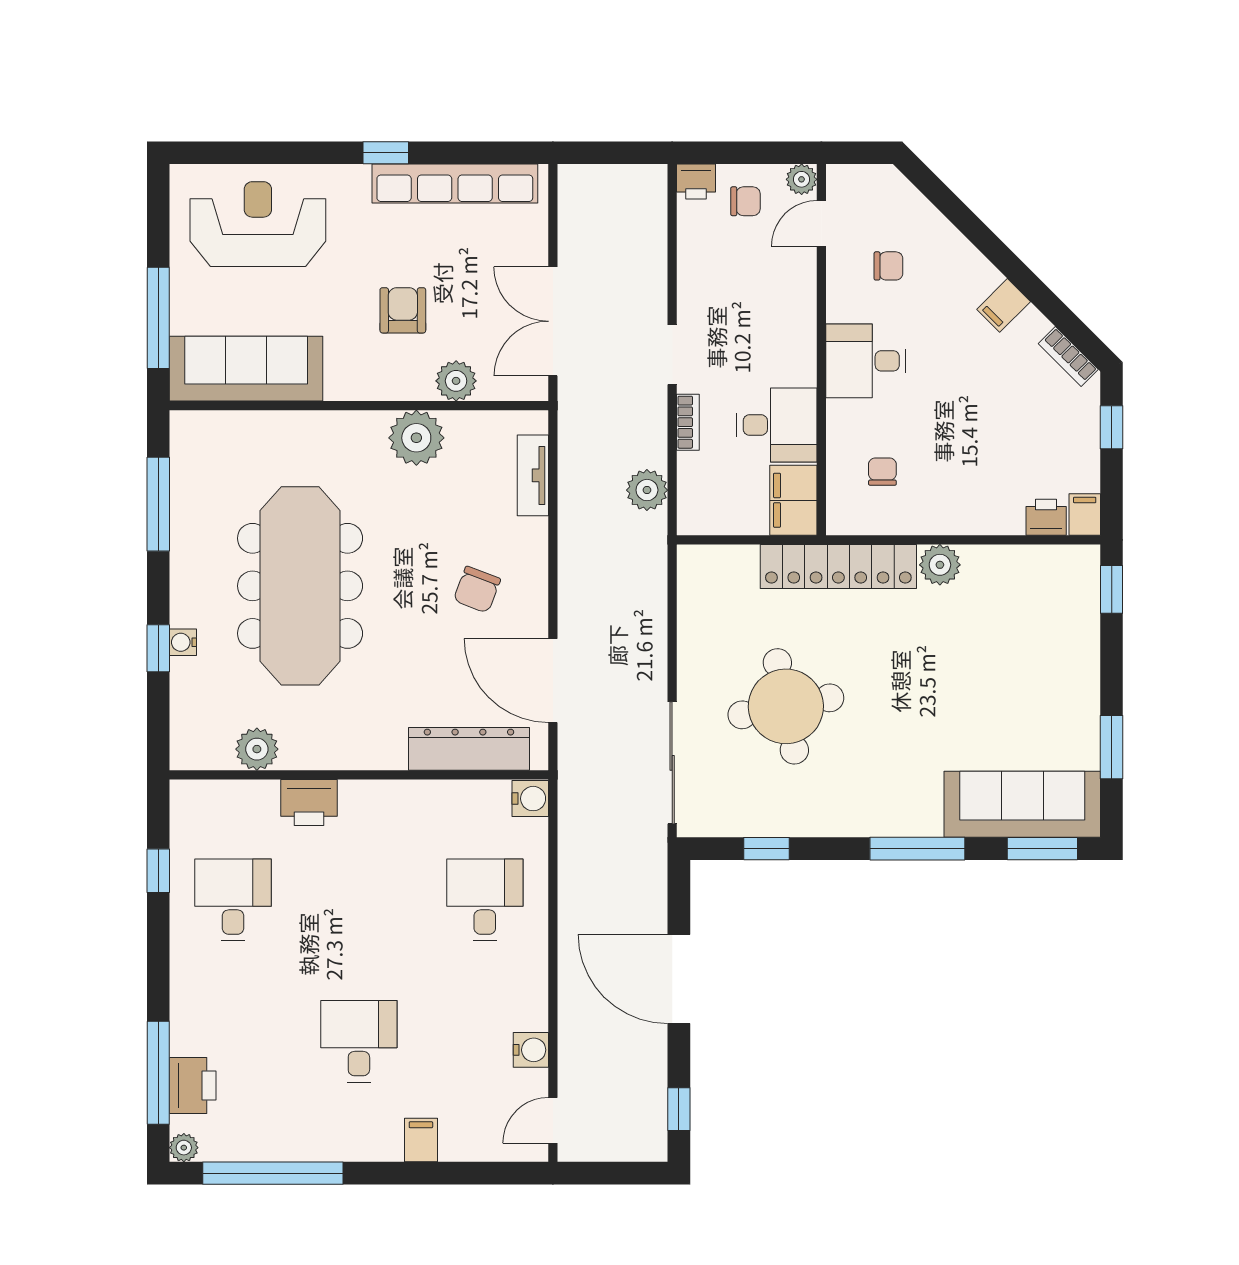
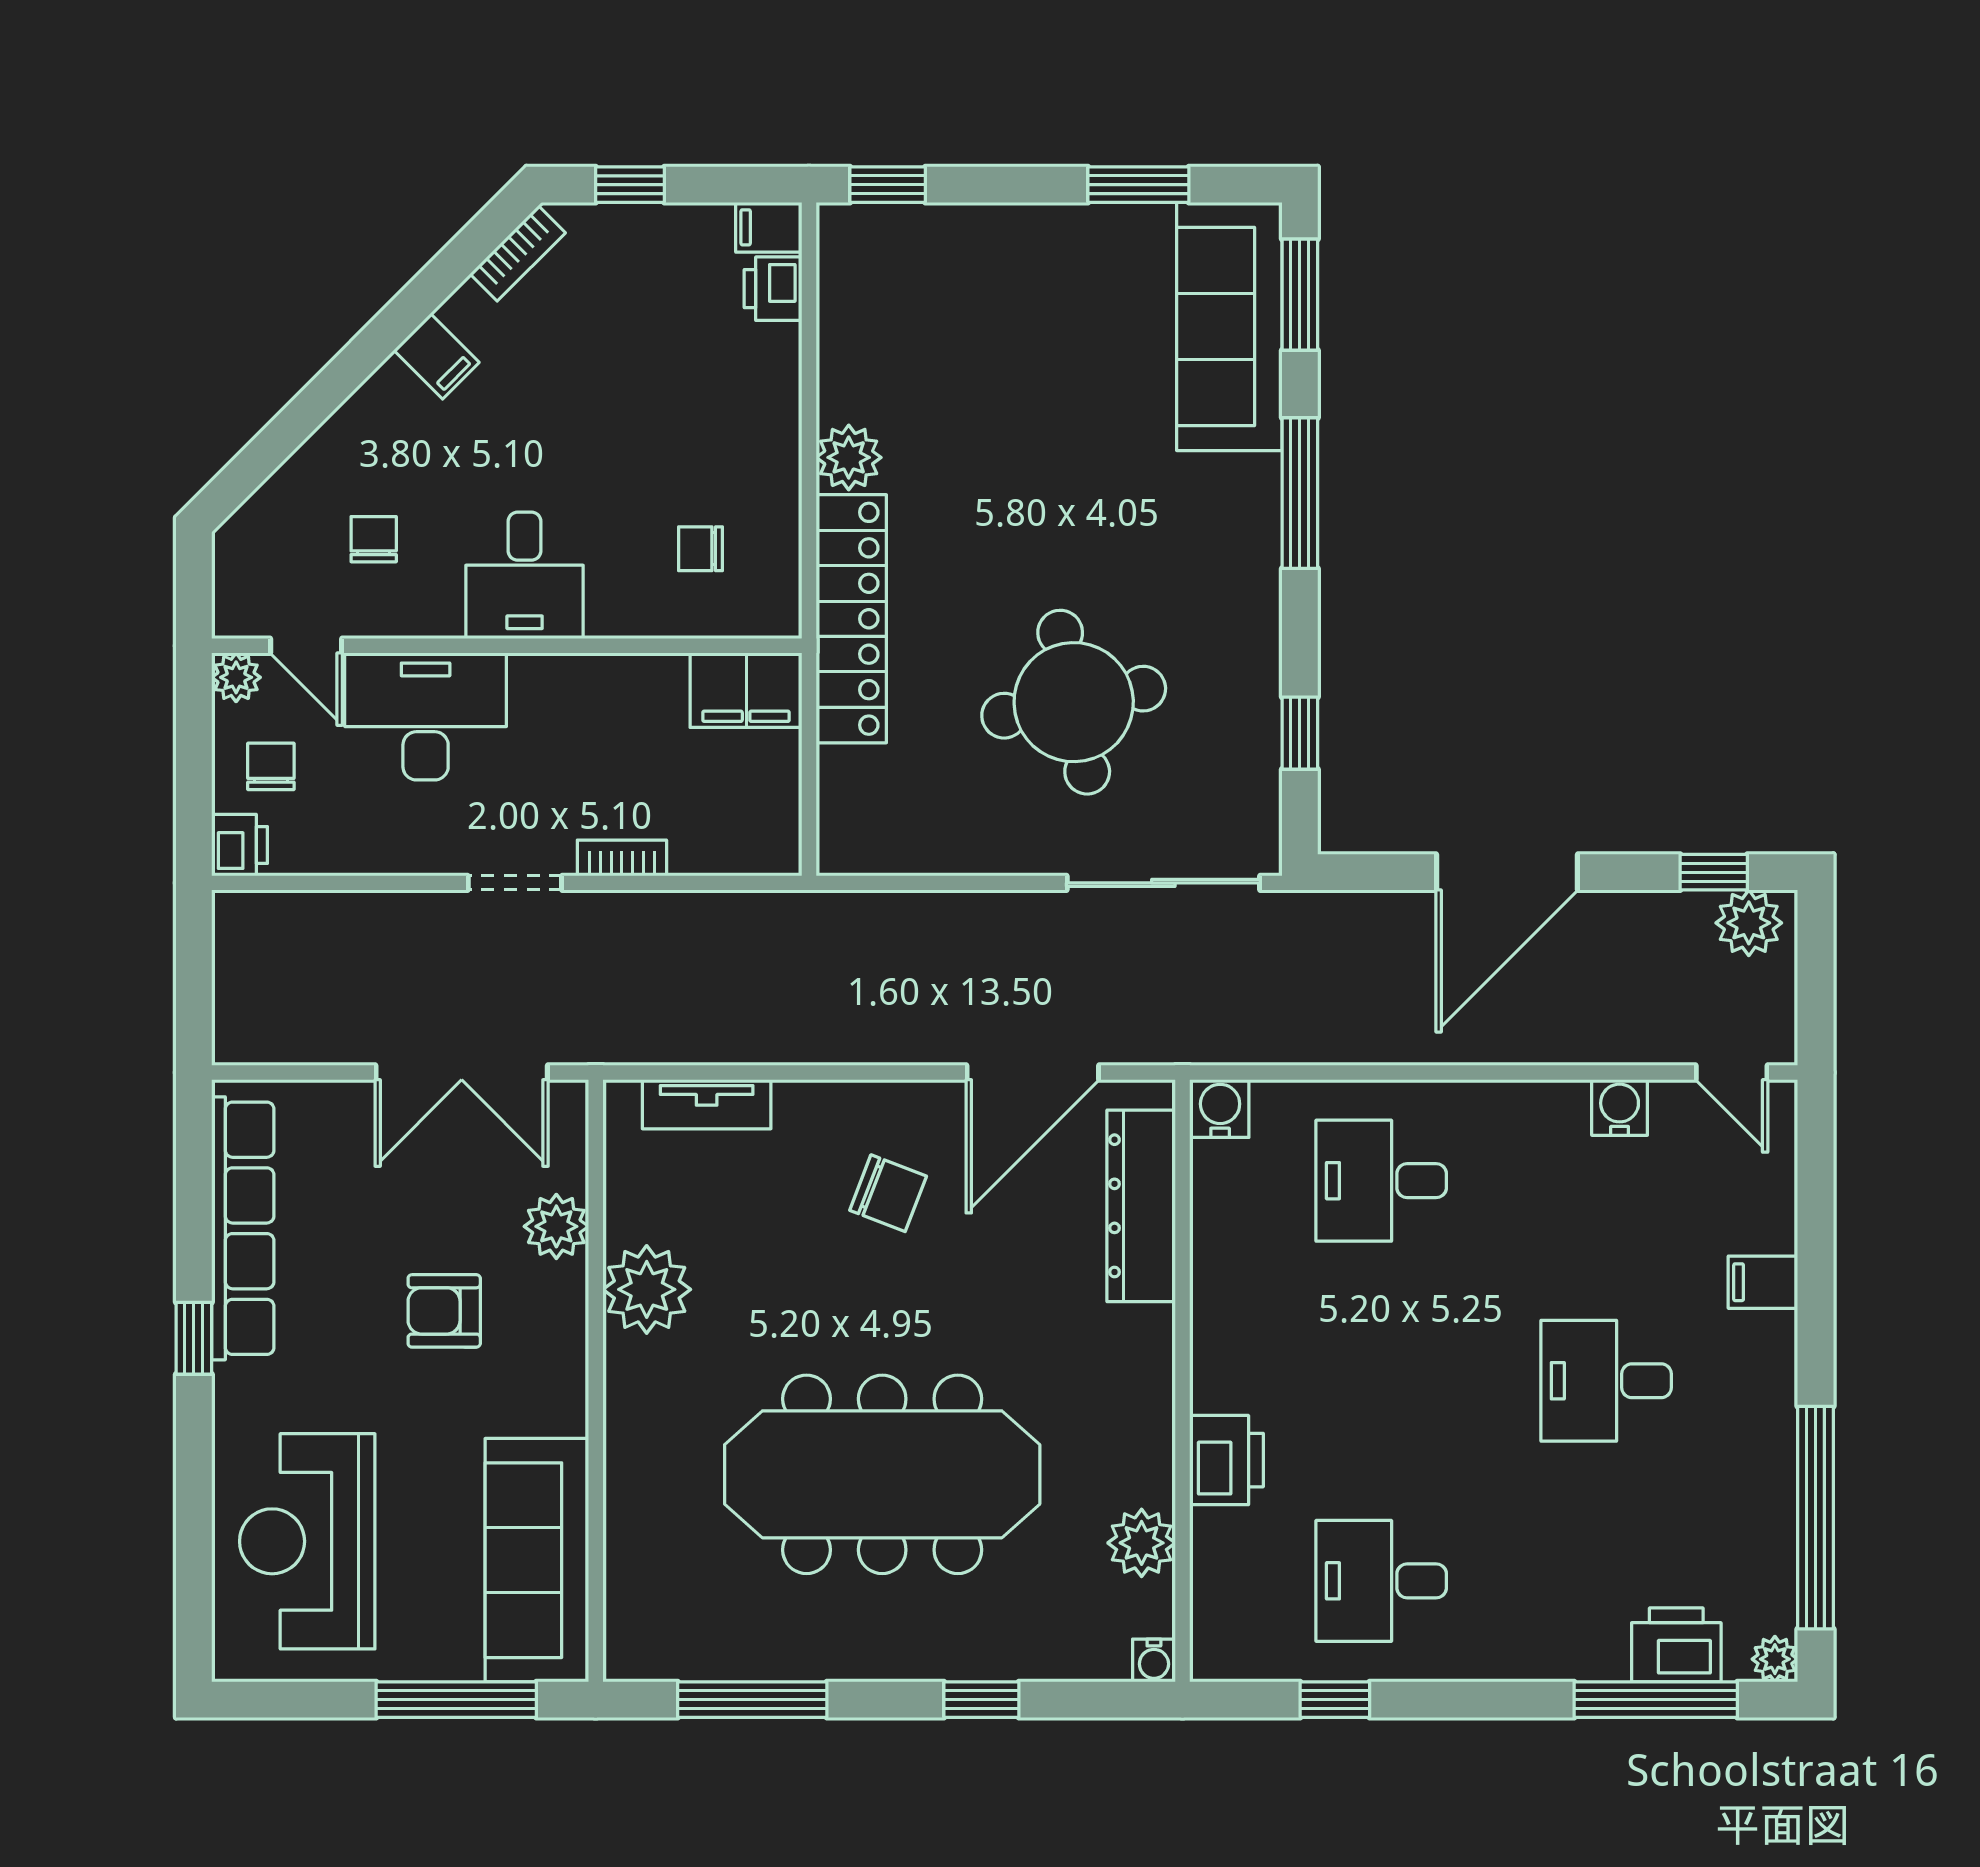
desk: (777, 425) -> (426, 716), moved, width x1.37
plant: (647, 490) -> (1749, 923), moved
water cooler: (183, 642) -> (1154, 1660), moved

